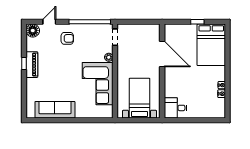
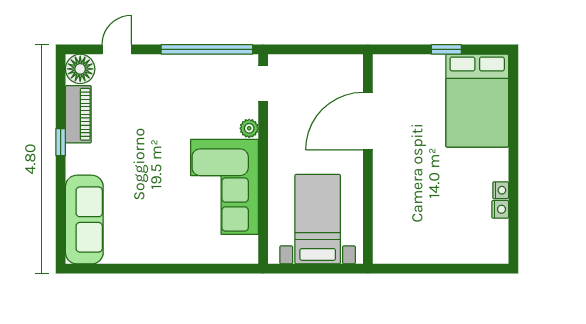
armchair: (67, 38) -> (157, 86), removed
door: (162, 54) -> (368, 121), swing flipped
piano: (32, 65) -> (78, 114), moved
desk: (175, 108) -> (397, 241), removed
sofa: (55, 110) -> (84, 220), moved, turned 90

